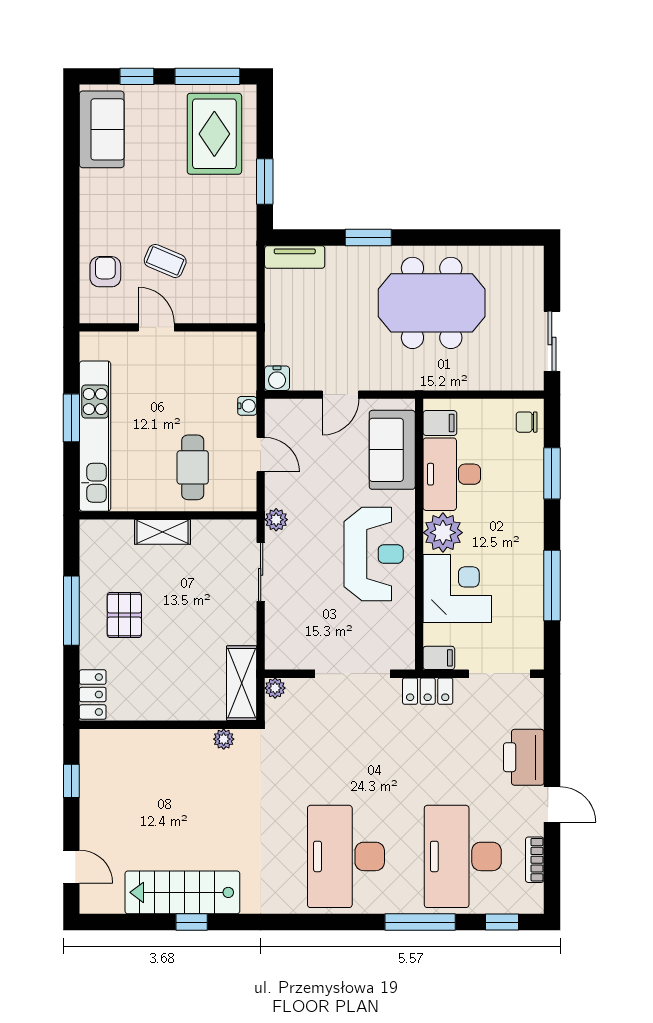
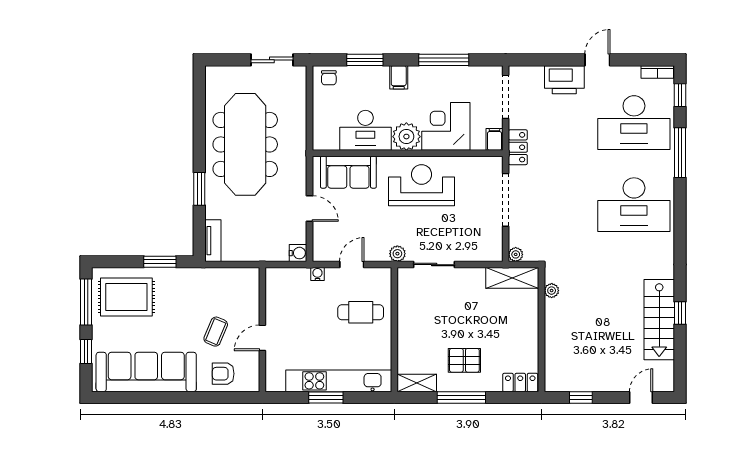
sofa: (102, 129) -> (146, 372), width x1.85, depth x1.27
meeting table: (432, 303) -> (245, 144), width x1.36
filing cabinet: (440, 423) -> (399, 77), moved, turned 180
shelving: (163, 532) -> (417, 383), moved, turned 90
bookcase: (535, 860) -> (657, 72), moved

